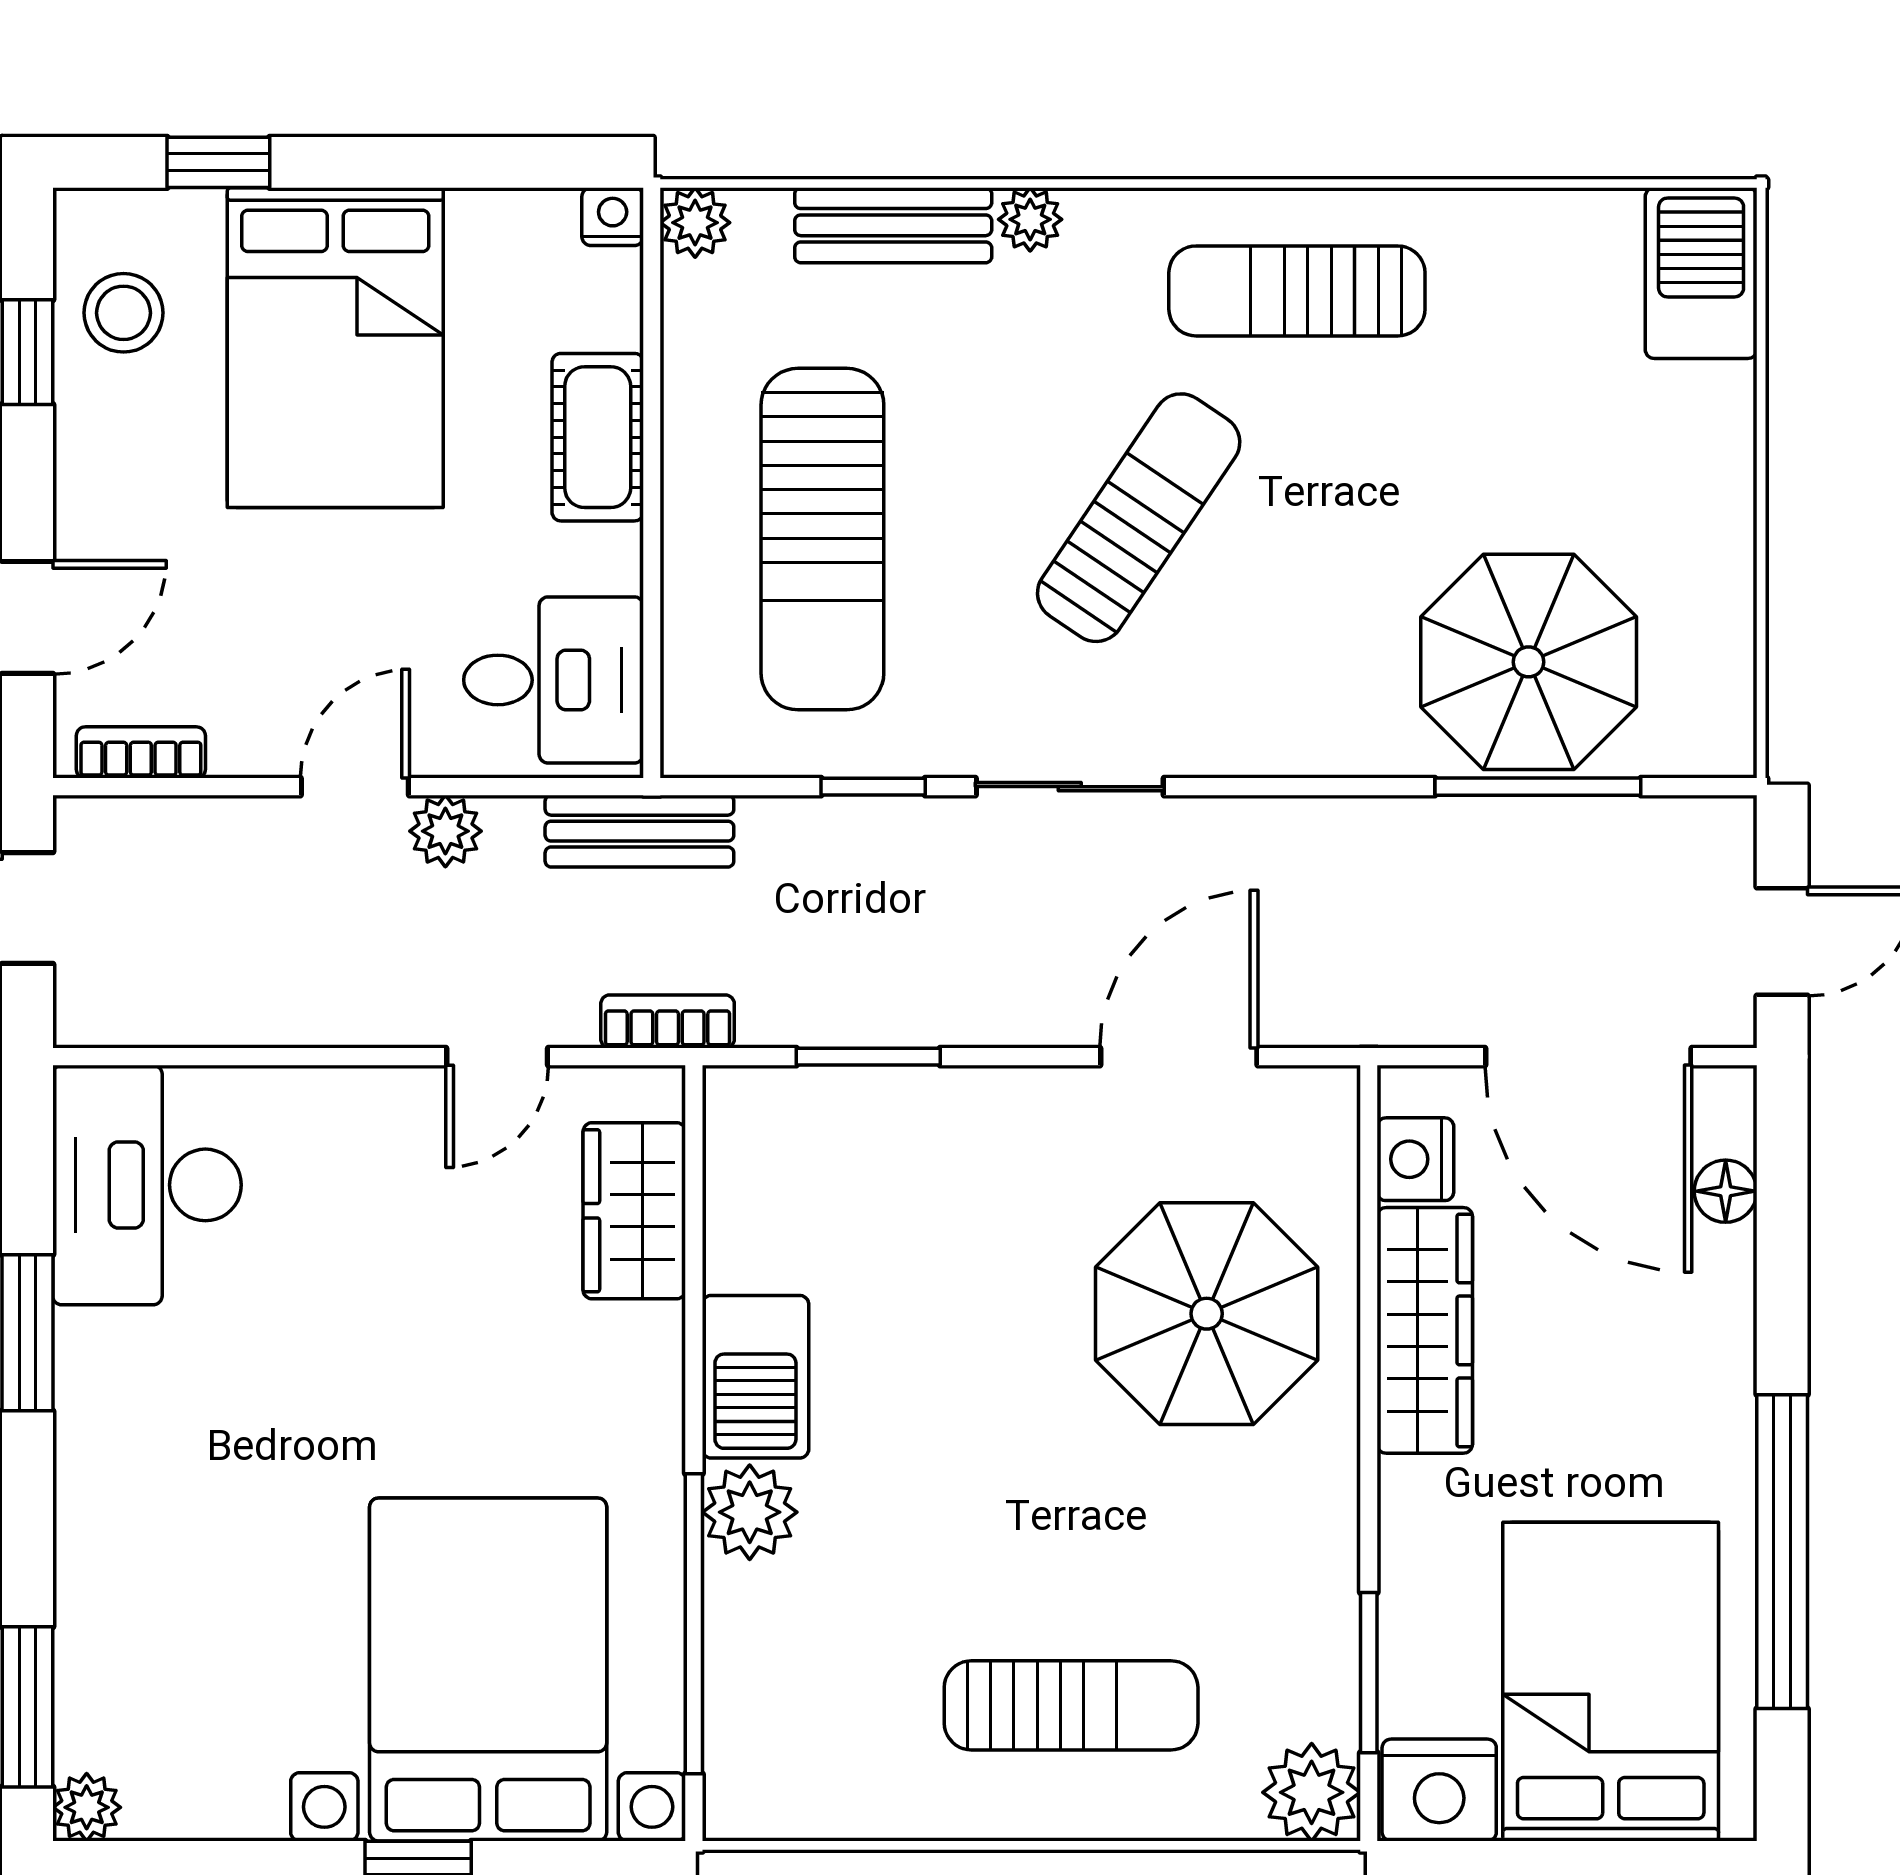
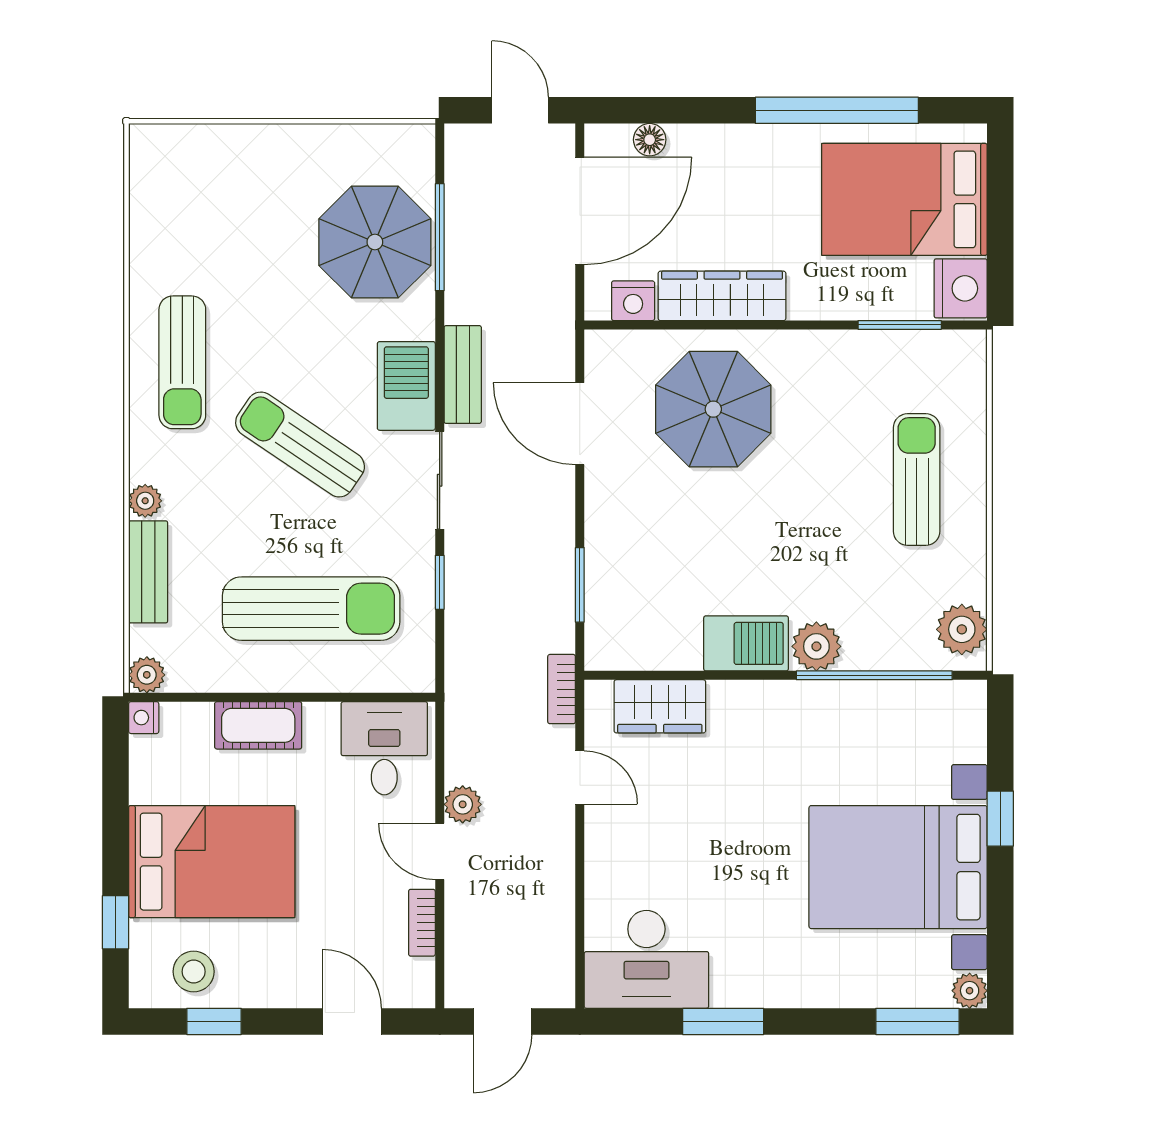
barbecue: (1701, 273) -> (406, 386), moved, turned 90
bookcase: (141, 752) -> (422, 923), moved
bench: (639, 831) -> (463, 375), moved
bed with nightstands: (488, 1670) -> (898, 867), moved
plant: (1312, 1792) -> (962, 629), moved

